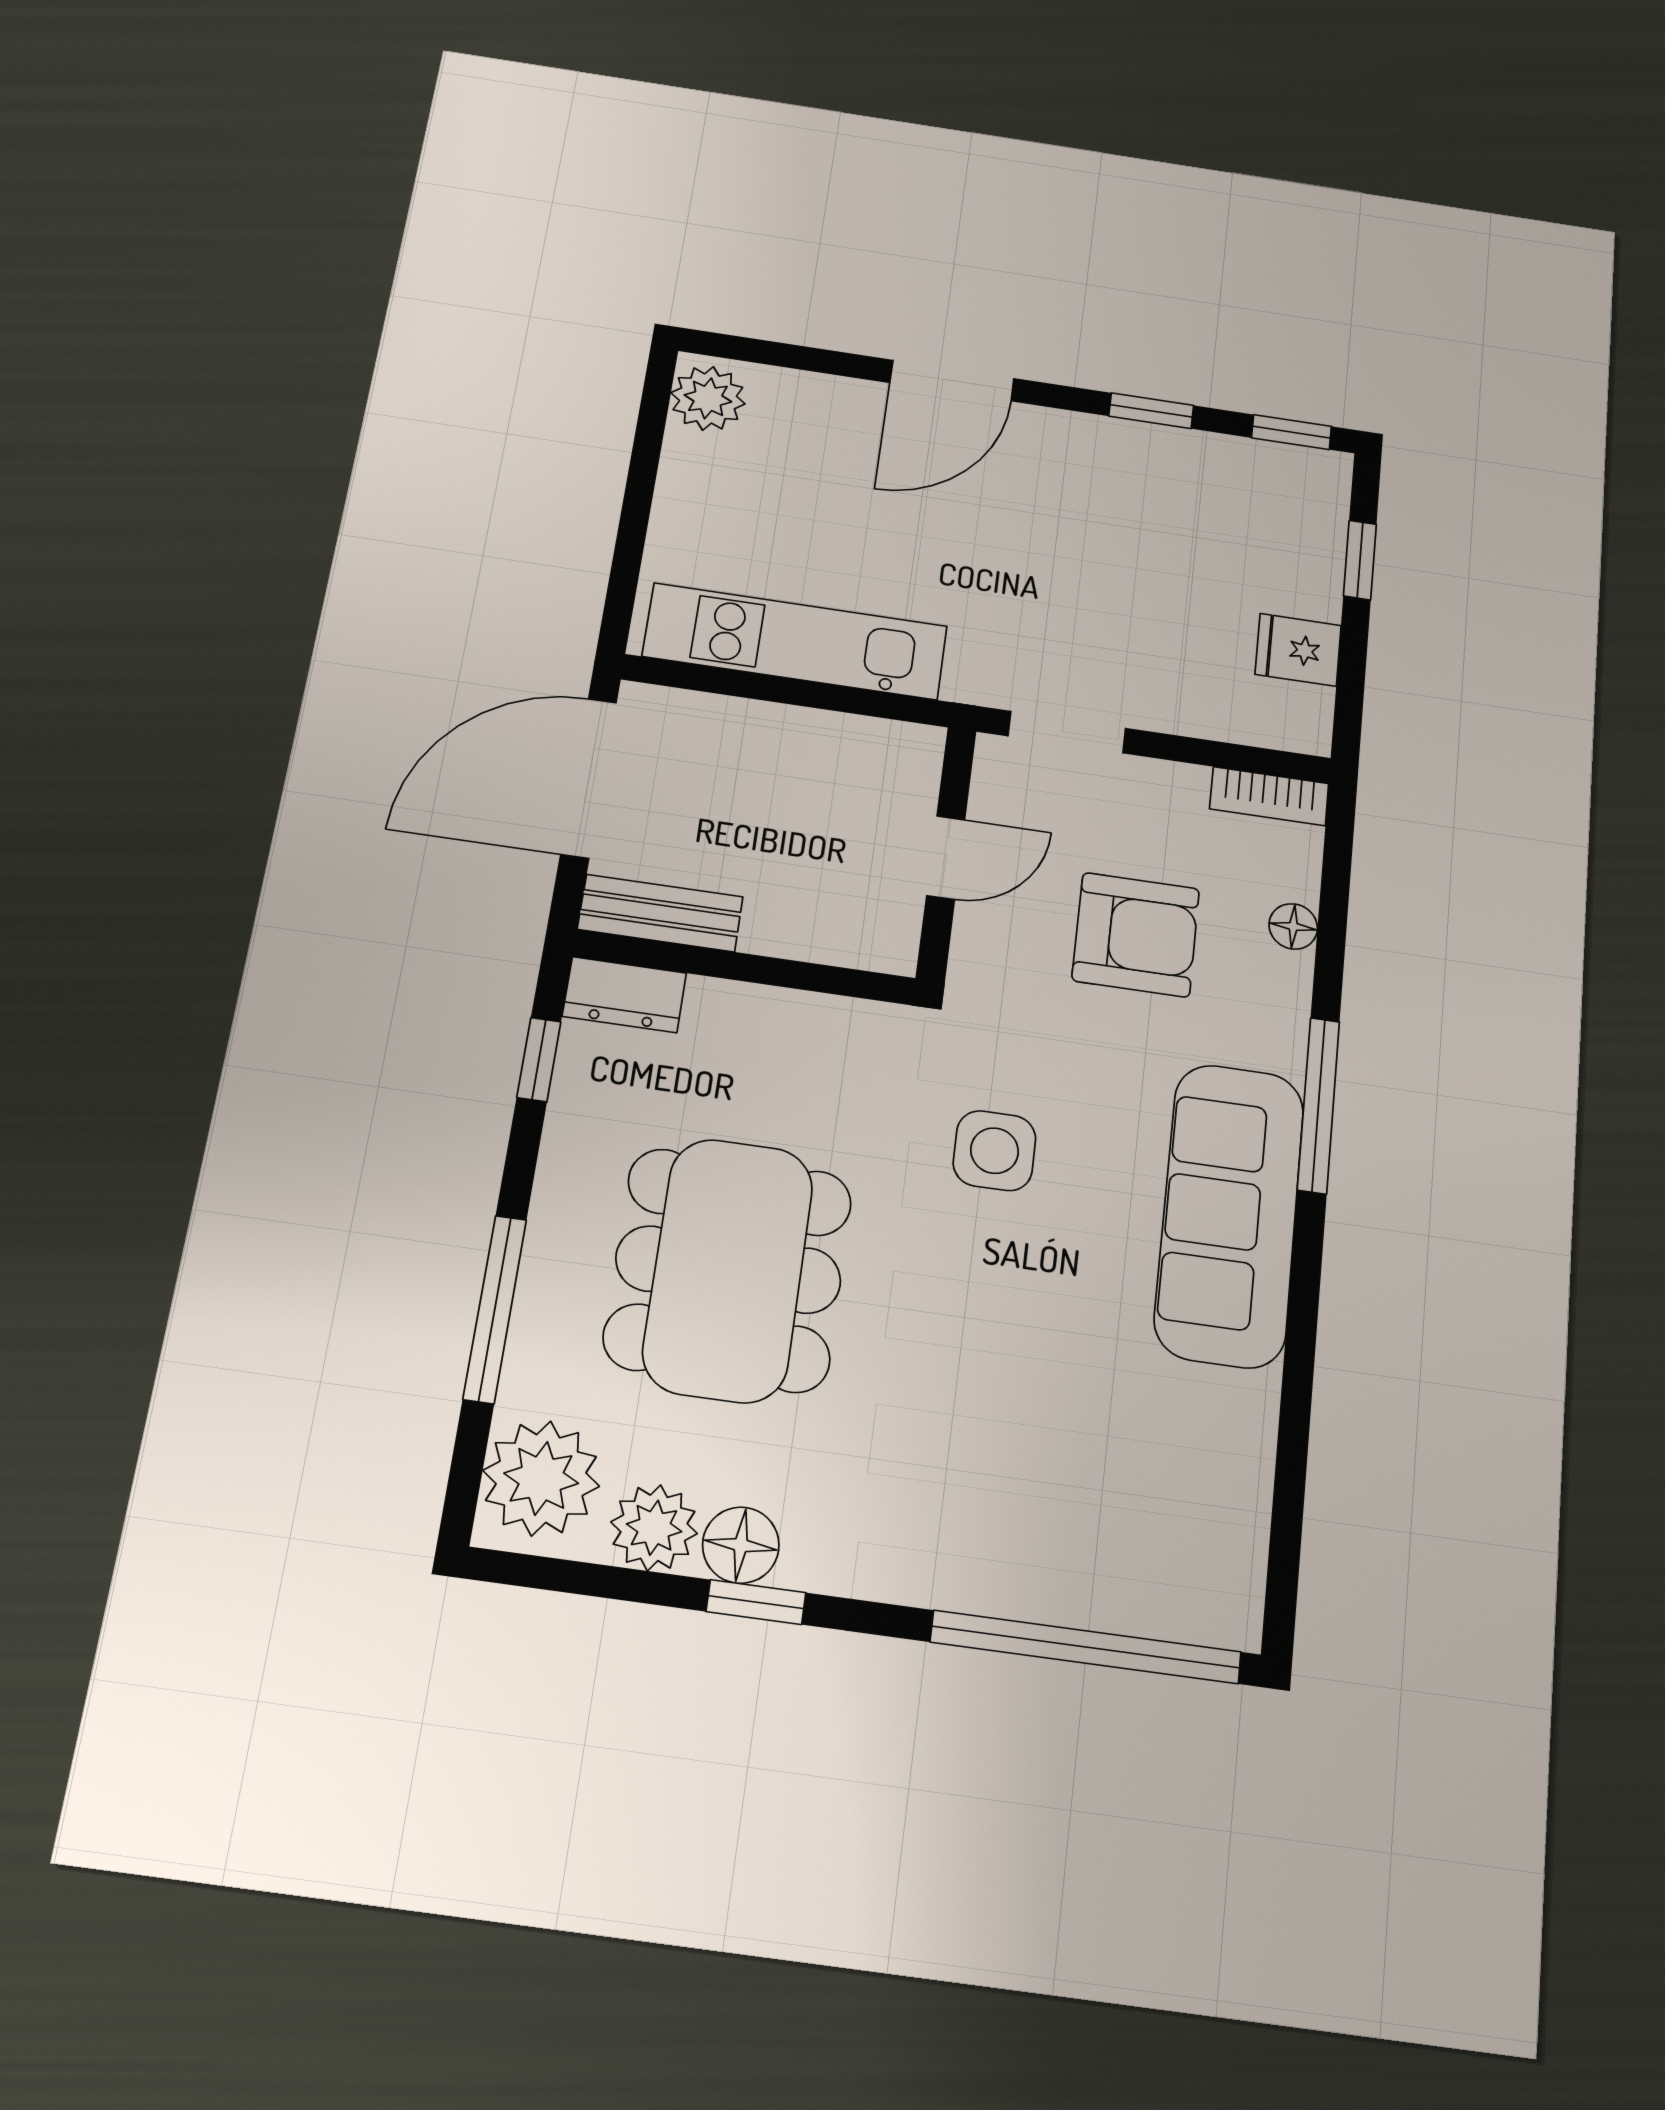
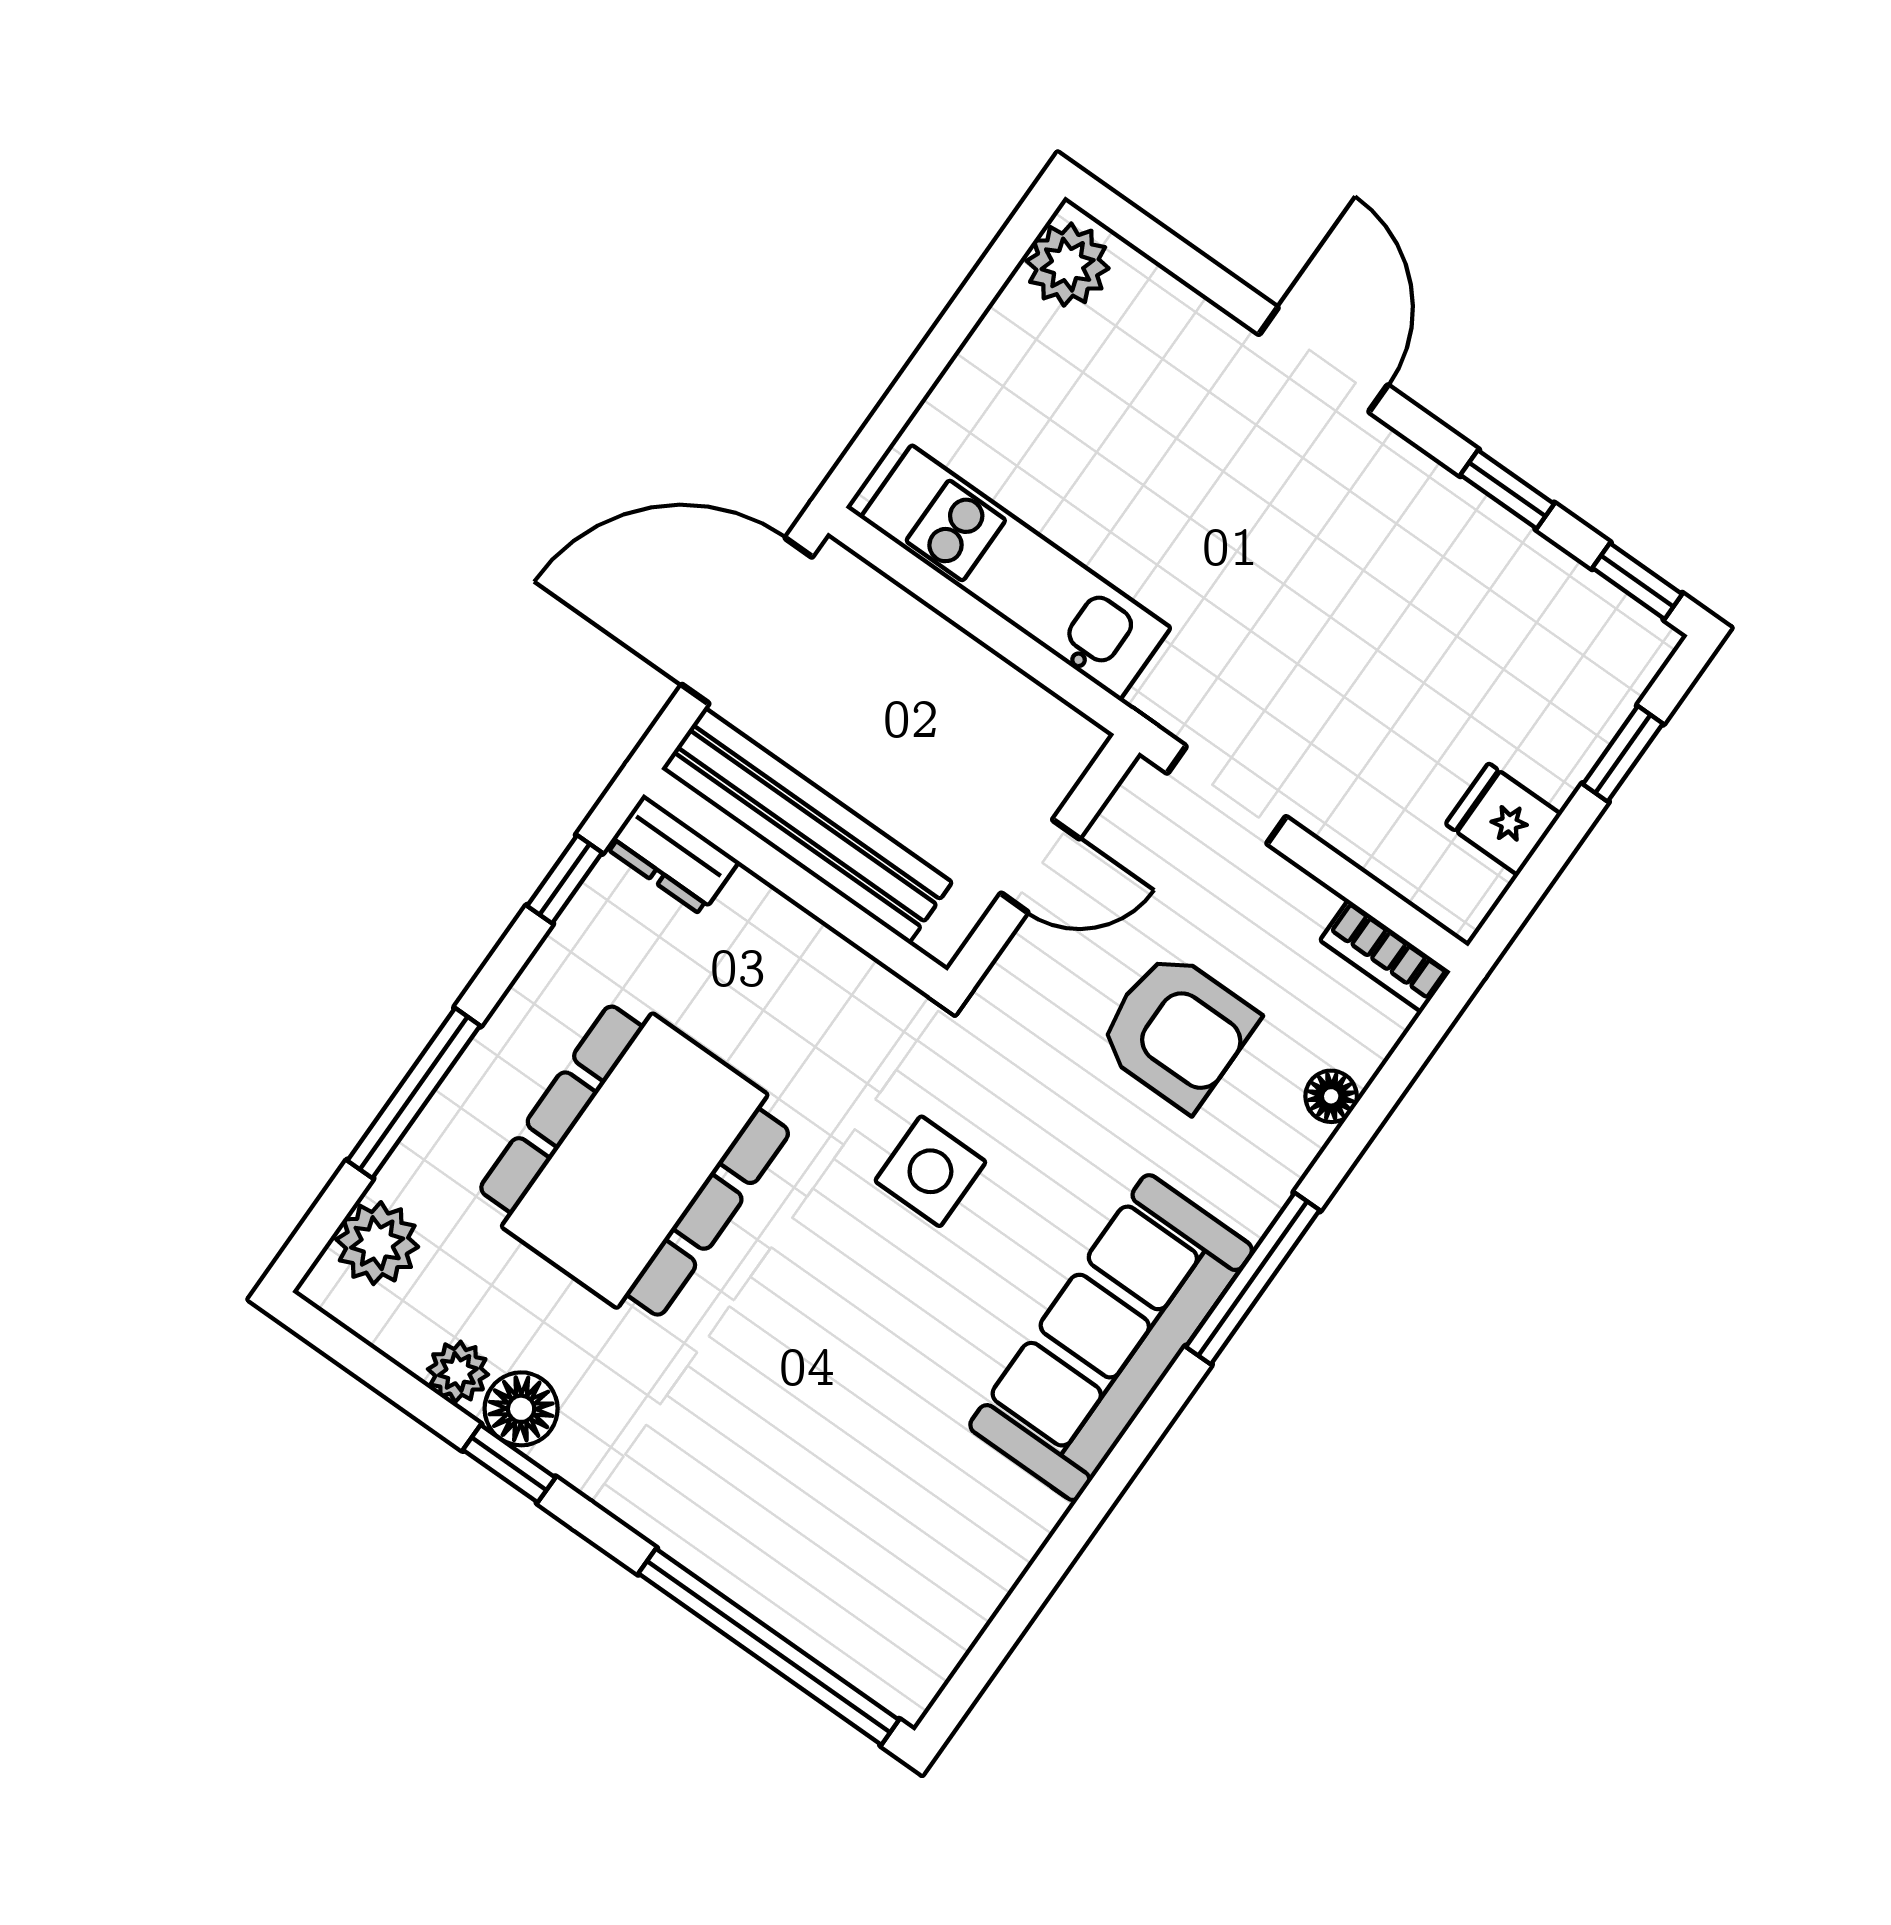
door: (952, 381) -> (1323, 360), swing flipped
bench: (660, 913) -> (807, 826), width x1.86, depth x1.21
plant: (541, 1478) -> (377, 1243), width x0.73, depth x0.73
plant: (654, 1528) -> (458, 1372), width x0.73, depth x0.73

